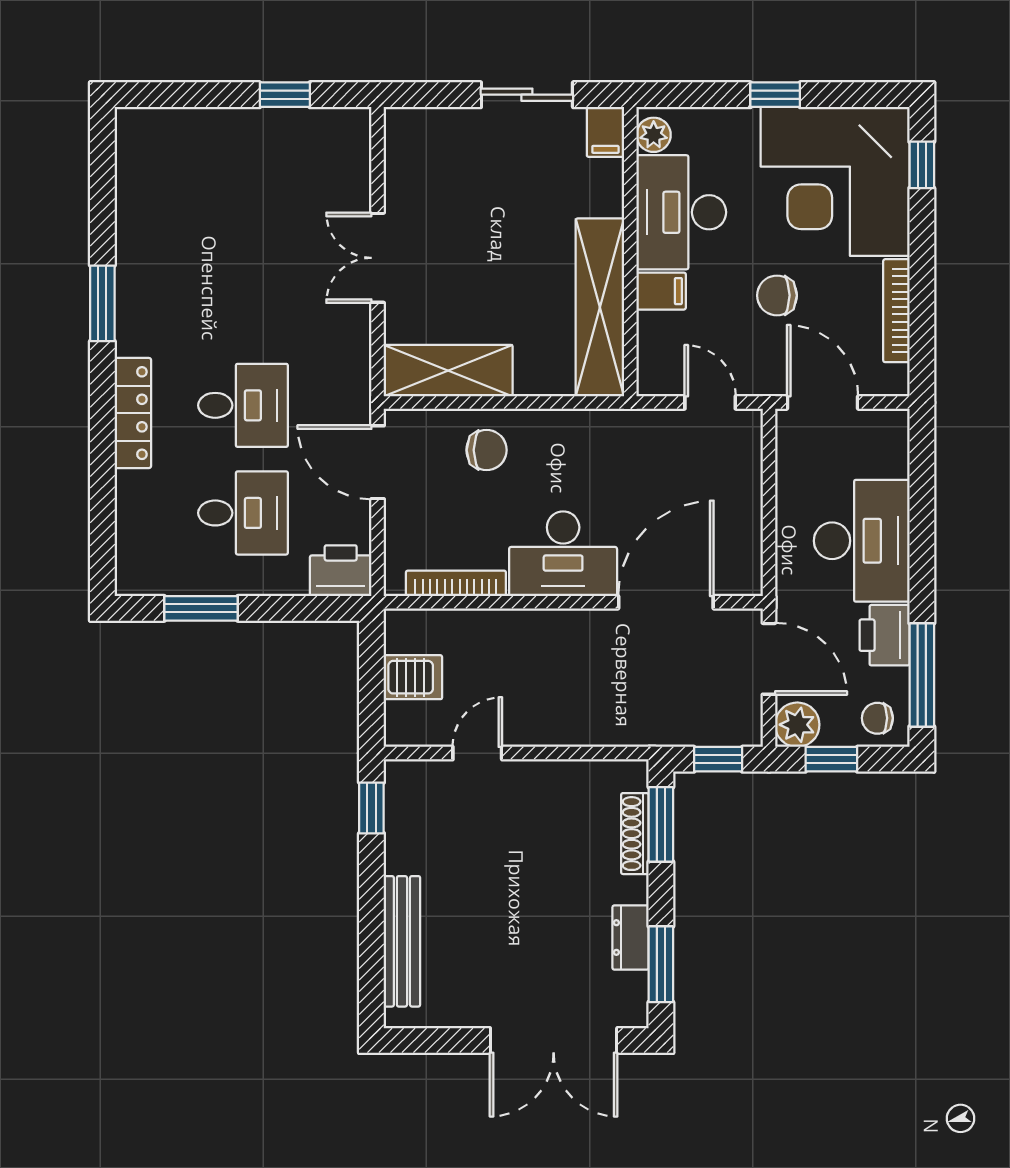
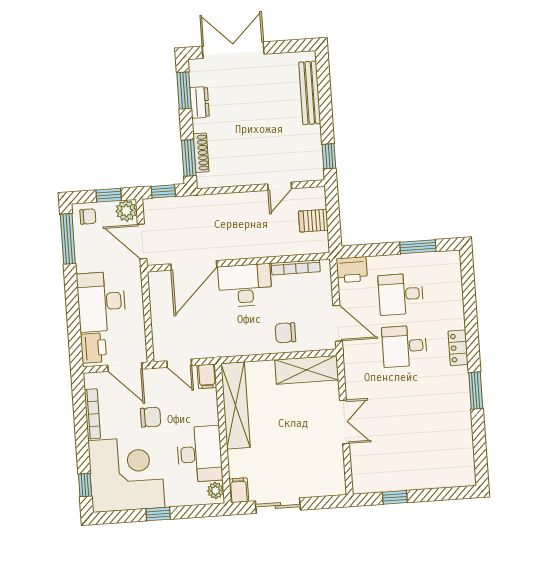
filing cabinet: (661, 291) -> (207, 376), moved, turned -90
locker: (133, 413) -> (458, 348), width x0.66
printer: (885, 635) -> (94, 348), moved

